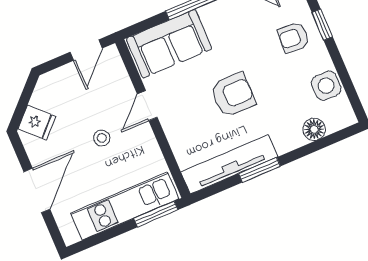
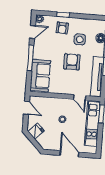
side table: (326, 86) -> (80, 39), moved
door: (147, 106) -> (80, 97), moved
fridge: (37, 122) -> (36, 131), moved

